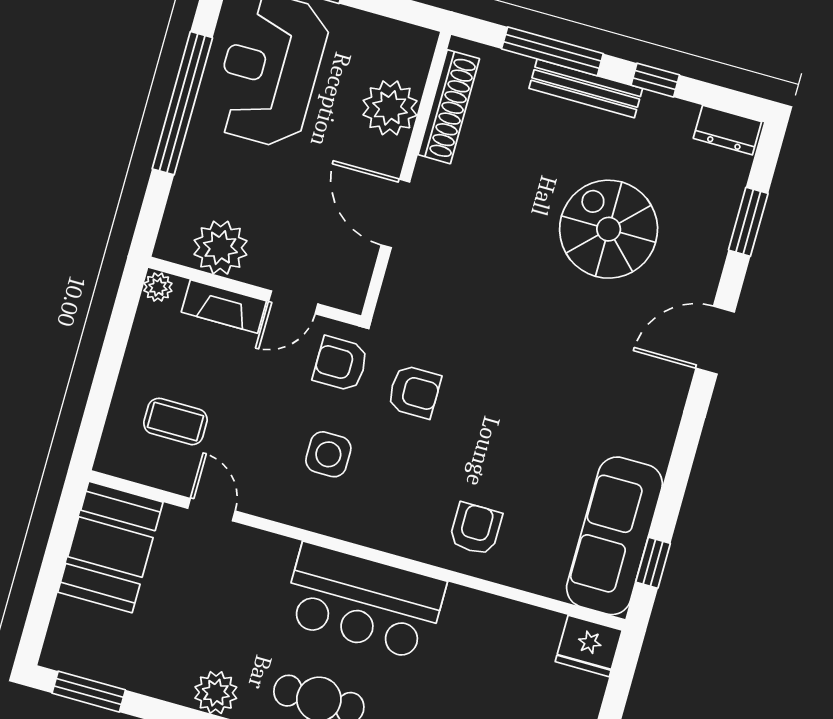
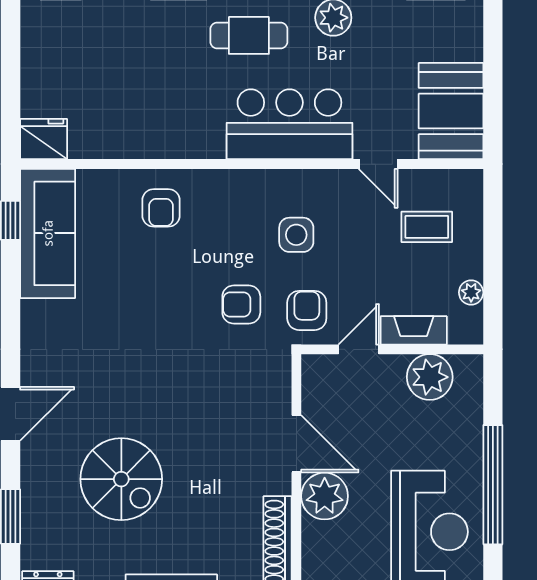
plant: (390, 108) -> (325, 496), moved
plant: (158, 287) -> (471, 292), moved
armchair: (341, 364) -> (307, 310), turned -90
bar counter: (364, 602) -> (289, 124), moved

